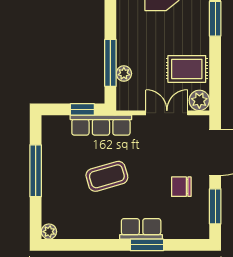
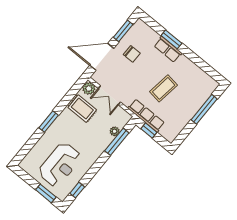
window: (36, 171) -> (204, 109), moved
coffee table: (107, 176) -> (164, 88), turned -66
plant: (49, 232) -> (214, 85), removed

